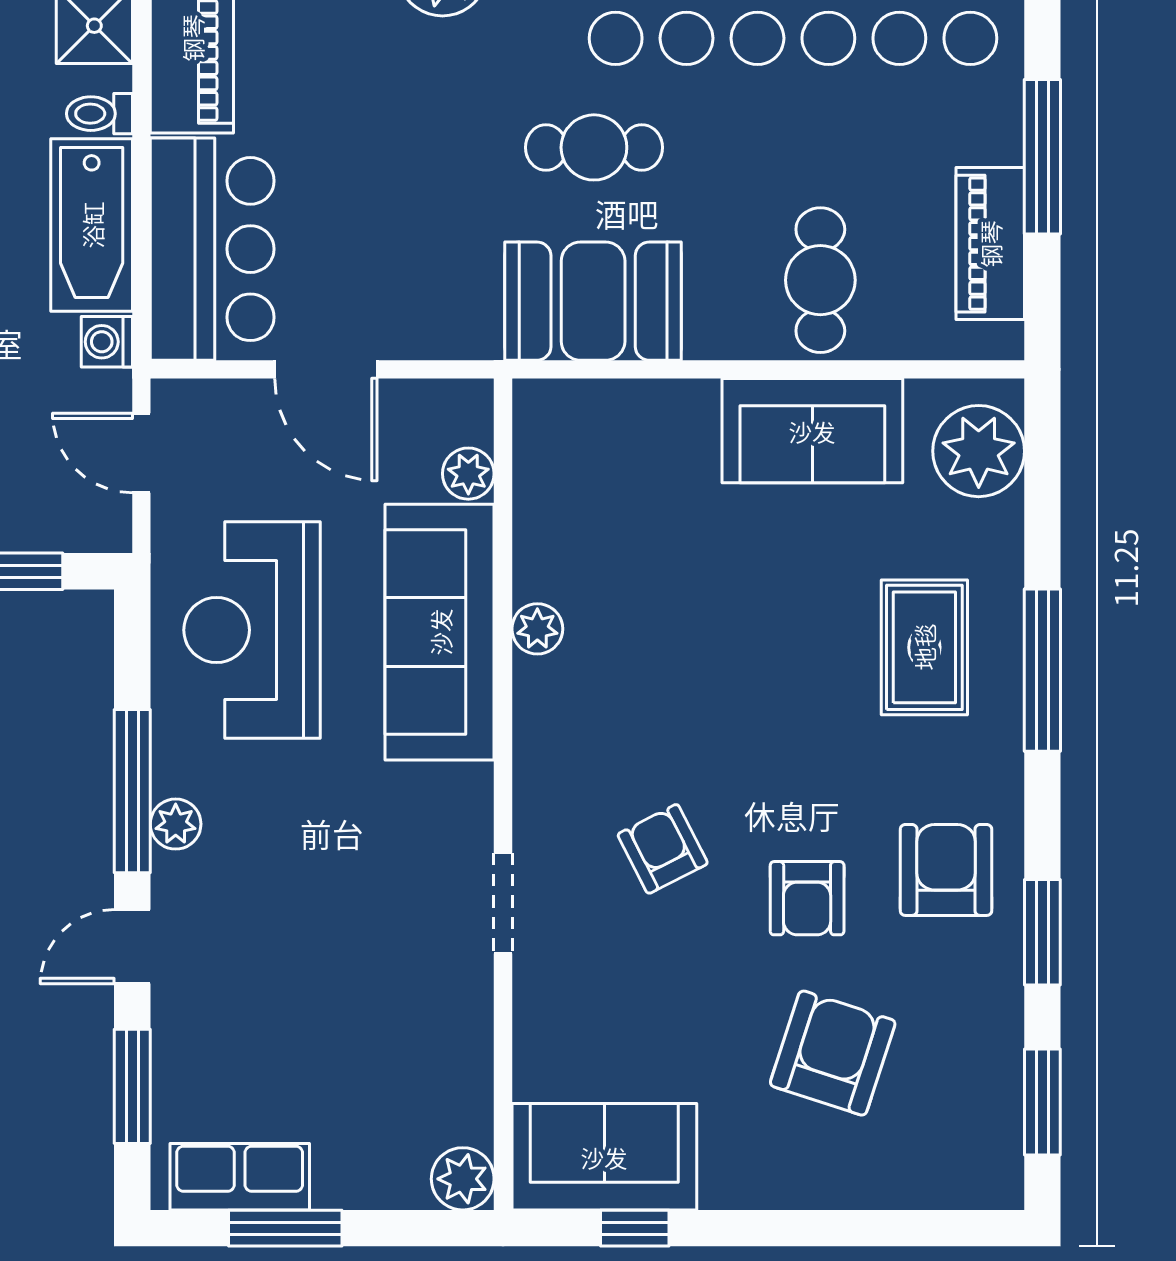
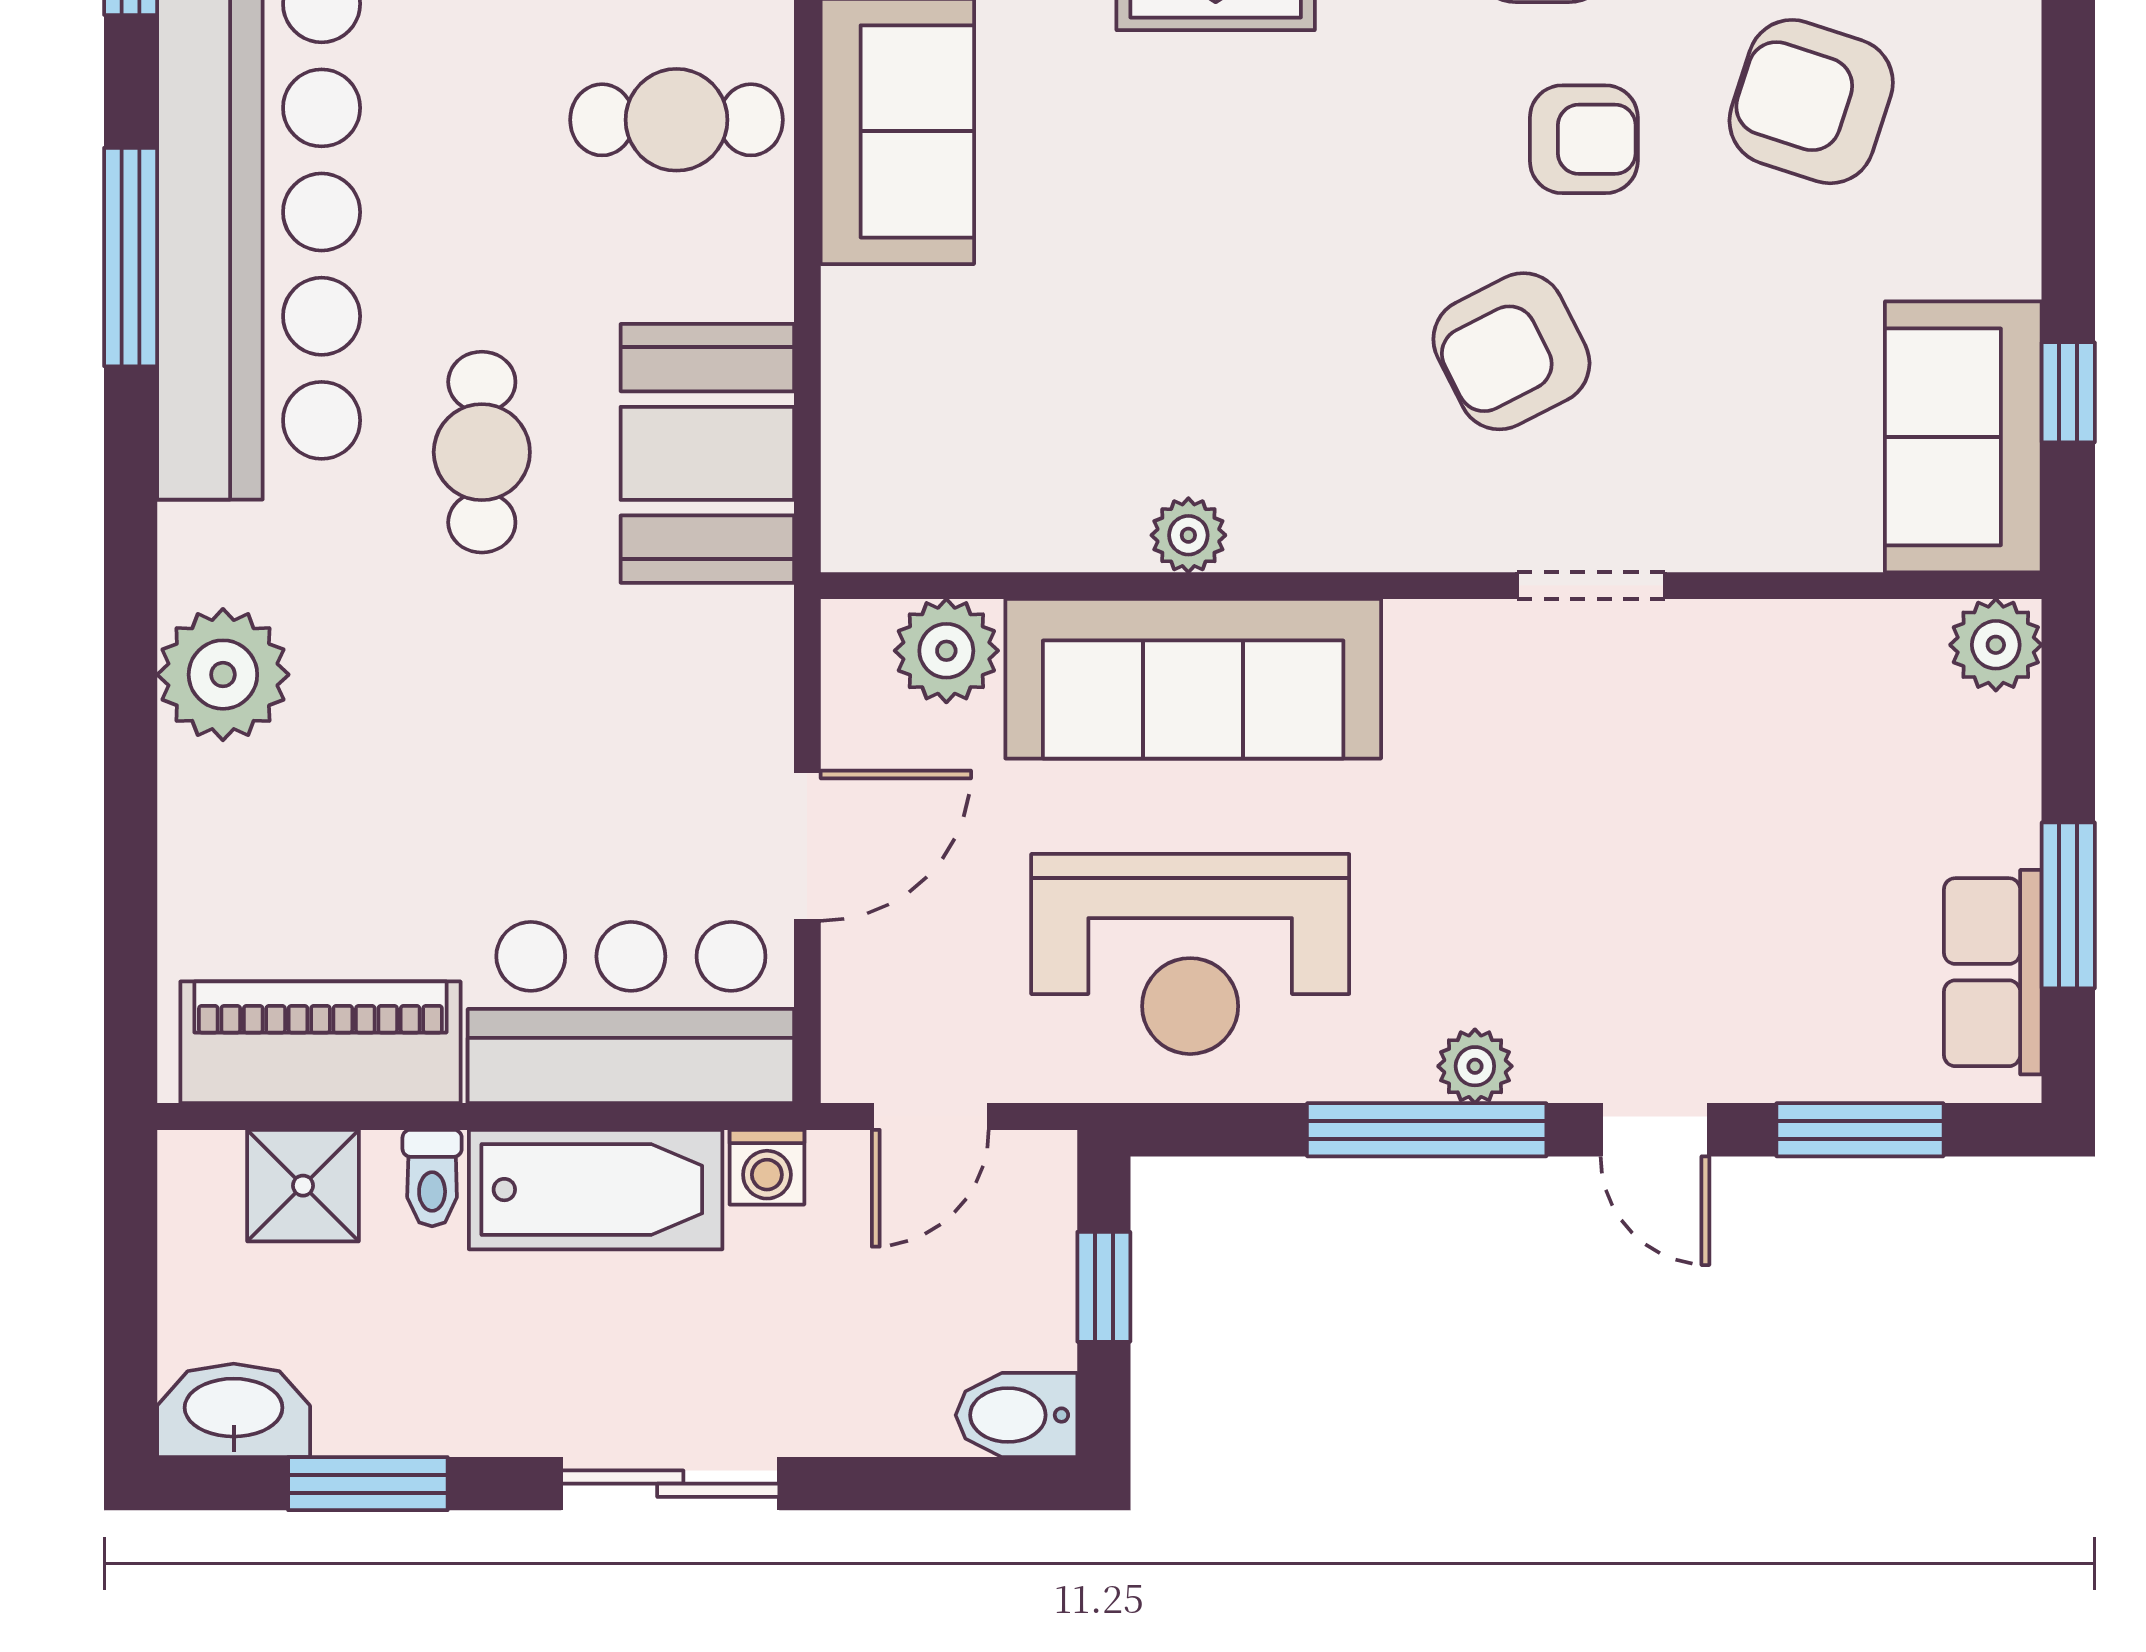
plant: (468, 474) -> (946, 651), width x1.38, depth x1.38
armchair: (663, 849) -> (1511, 351), width x1.38, depth x1.38

